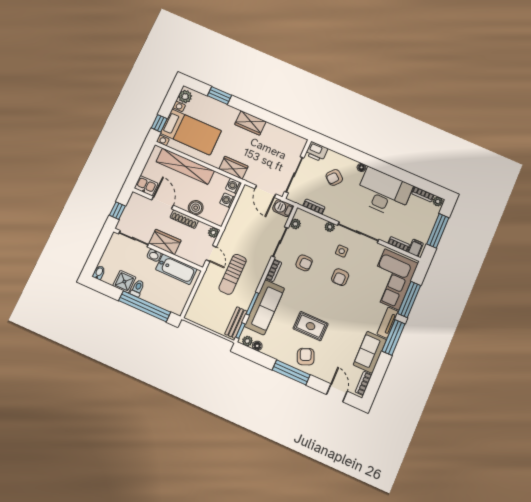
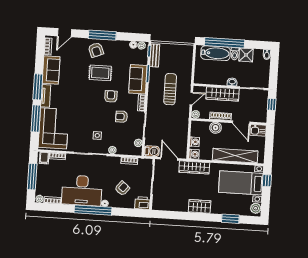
window: (378, 165) -> (93, 210), added
wardrobe: (233, 168) -> (194, 167), width x1.50
wardrobe: (165, 242) -> (223, 94), width x1.50
door: (211, 253) -> (191, 98), swing flipped
bathtub: (176, 269) -> (216, 53), moved, turned 180
armchair: (340, 277) -> (111, 96), moved
sofa: (264, 307) -> (138, 79), width x0.73
door: (337, 393) -> (65, 33), hinge flipped

